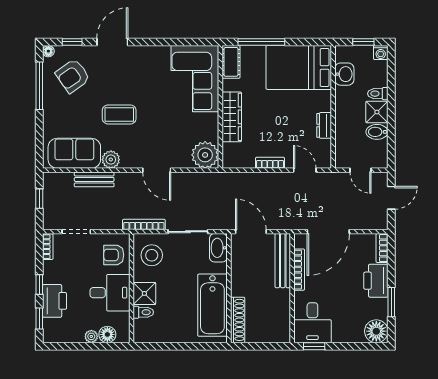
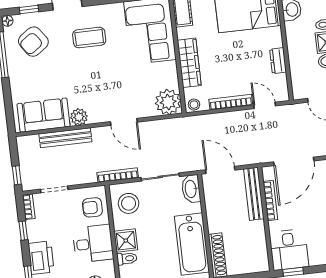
coffee table: (119, 114) -> (89, 38), moved
stool: (232, 161) -> (194, 105), added
bookcase: (270, 163) -> (231, 102), width x1.56
bench: (94, 179) -> (65, 138), width x1.36
window: (39, 199) -> (17, 175), moved
window: (39, 284) -> (23, 231), moved

